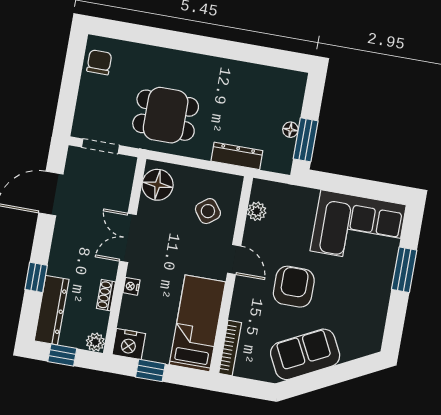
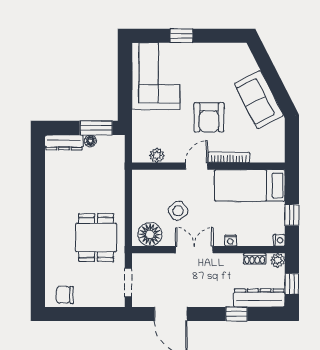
dresser: (237, 156) -> (64, 142), moved, turned -90
side table: (208, 211) -> (178, 211), moved
double door: (128, 238) -> (194, 250), swing flipped
window: (404, 270) -> (181, 36), width x0.67
armchair: (294, 287) -> (209, 117), turned -90
shoe rack: (106, 295) -> (255, 259), moved
nightstand: (129, 344) -> (279, 240), width x0.53, depth x0.56
bookcase: (230, 348) -> (229, 157), moved

